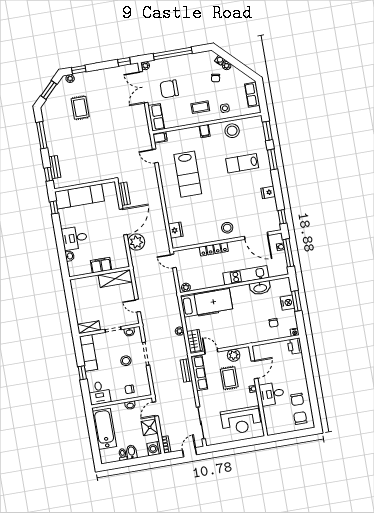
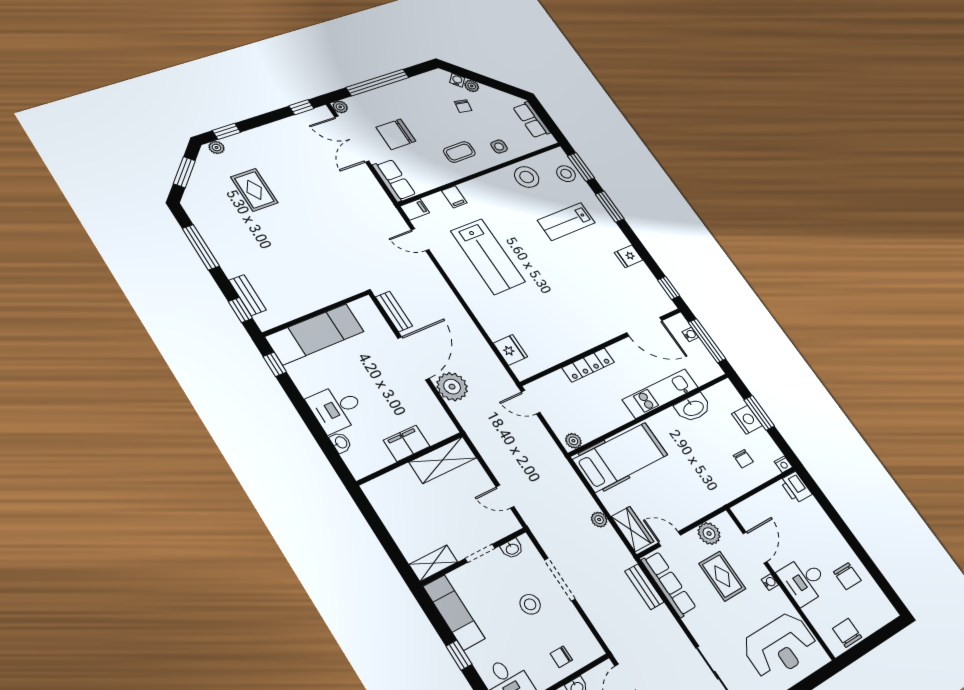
filing cabinet: (205, 131) -> (454, 197), moved
stool: (227, 228) -> (566, 174), moved
chair: (300, 418) -> (847, 633), moved

